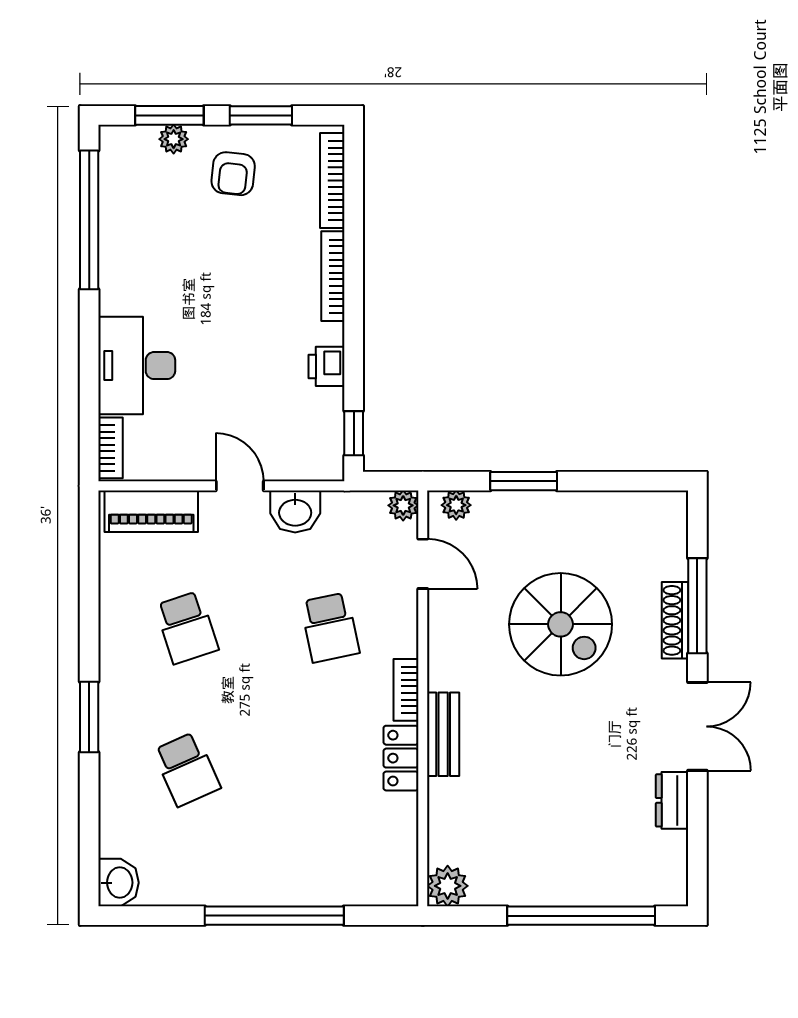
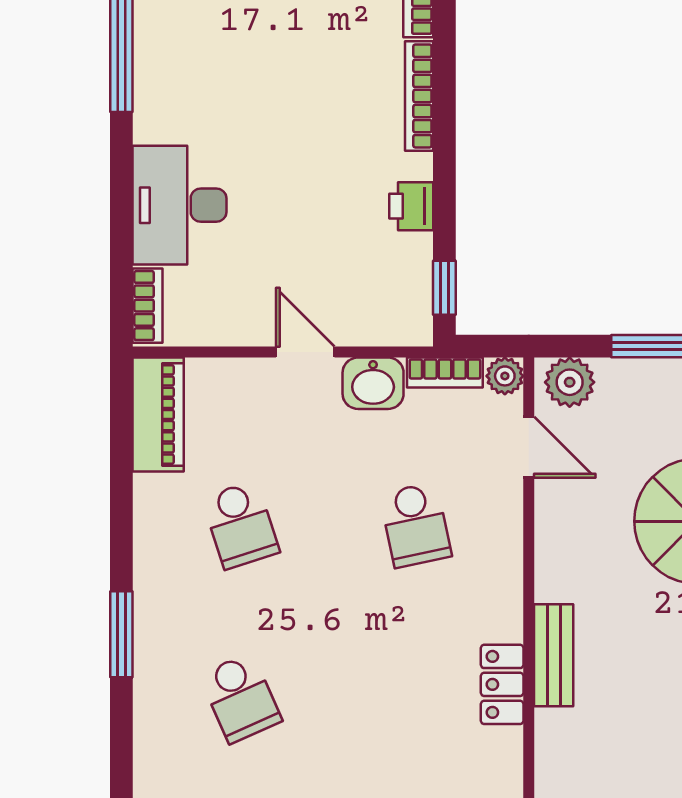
plant: (456, 505) -> (570, 382), width x1.38, depth x1.38
piano: (151, 511) -> (158, 415), moved, turned -90
bookcase: (406, 690) -> (445, 373), moved, turned -90

